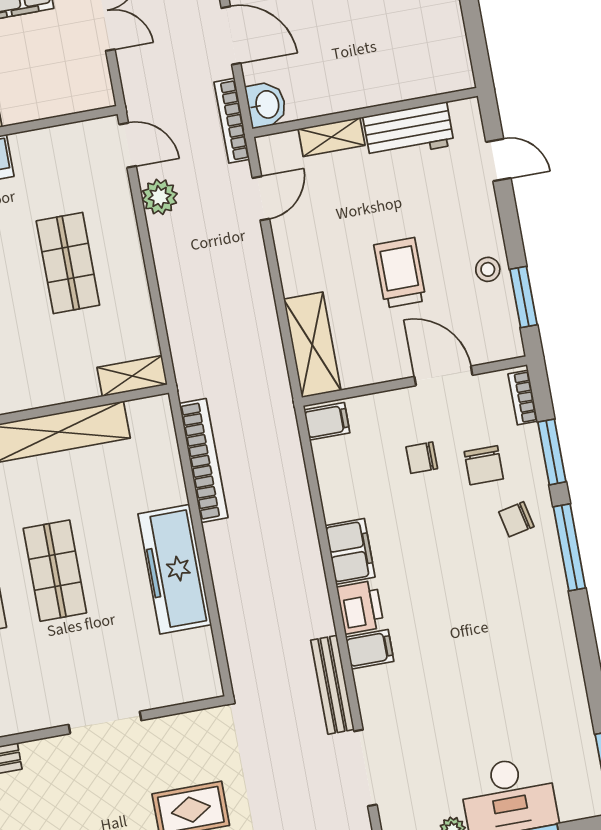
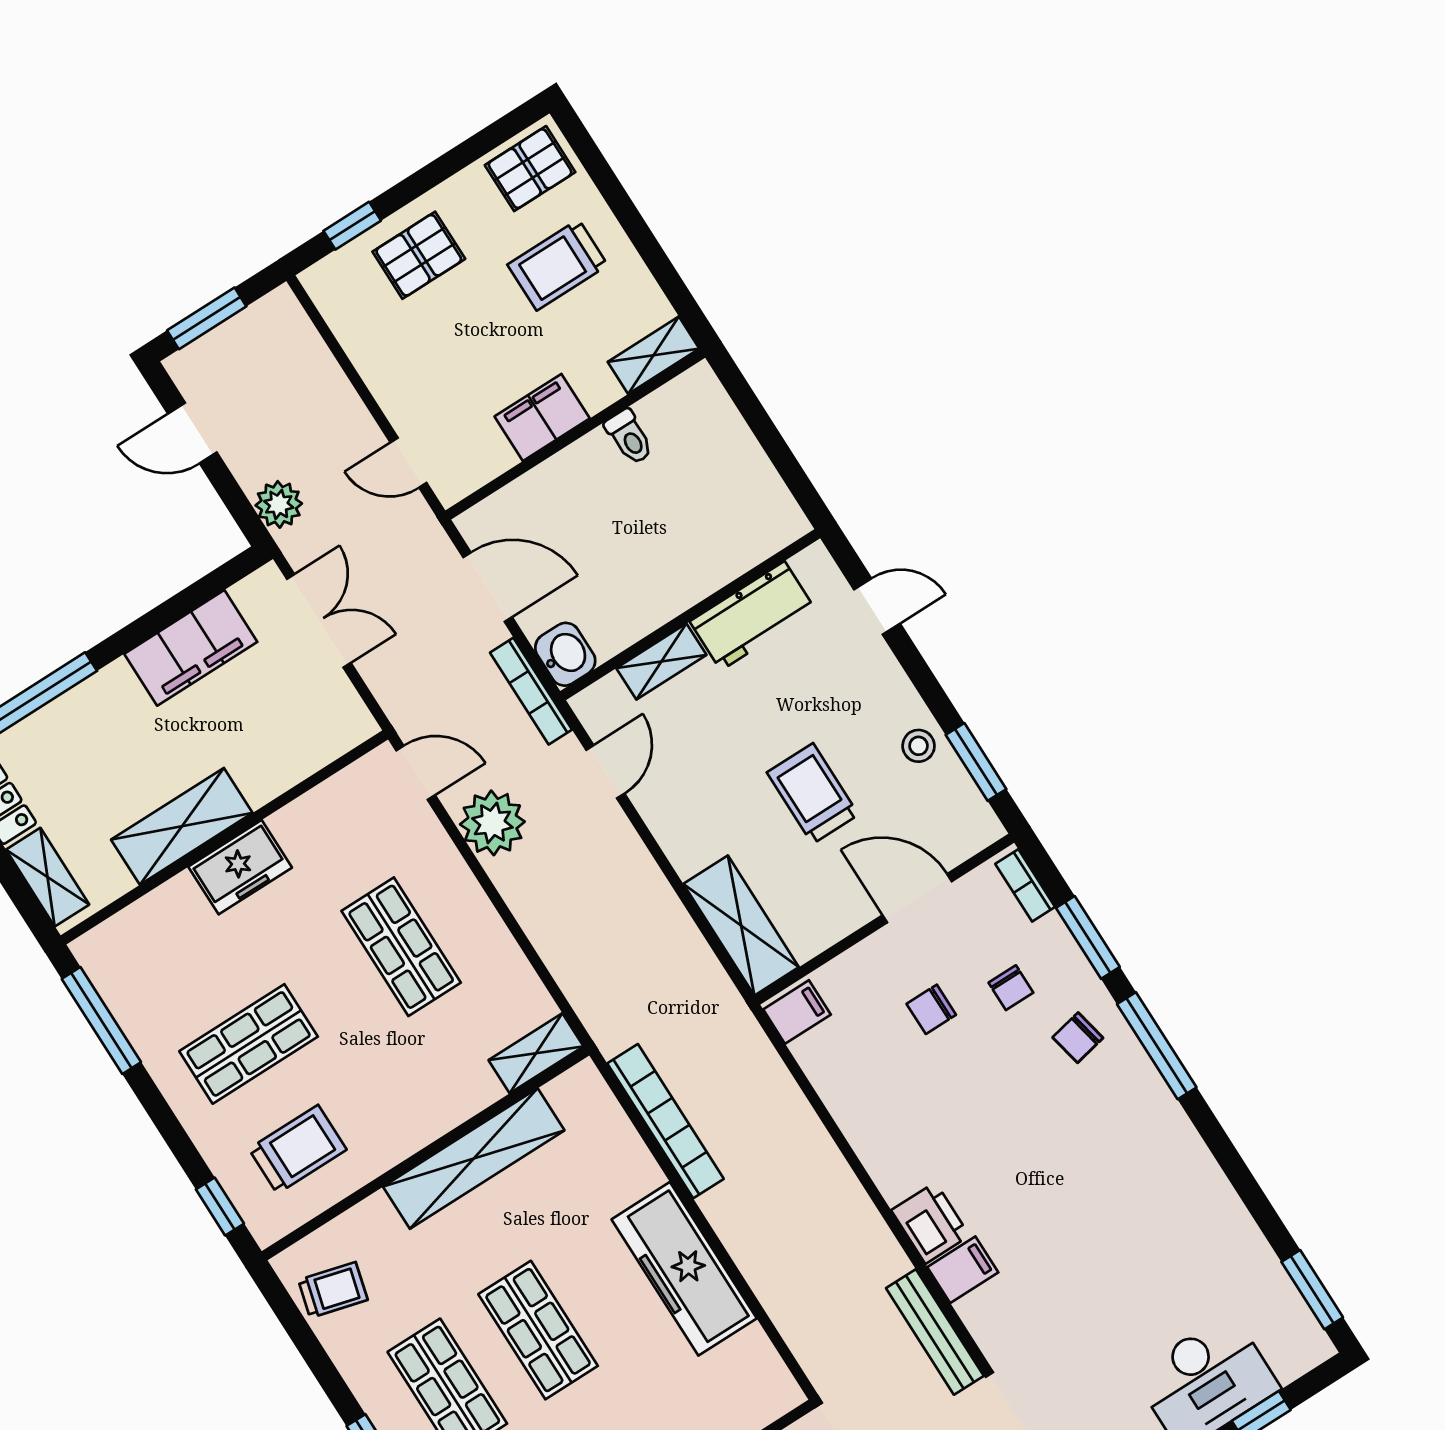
plant: (160, 197) -> (492, 823), width x1.36, depth x1.36
chair: (484, 465) -> (1011, 988), width x0.73, depth x0.73
filing cabinet: (350, 551) -> (890, 1160), removed

